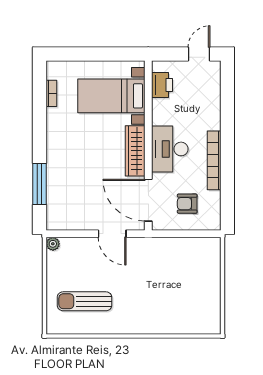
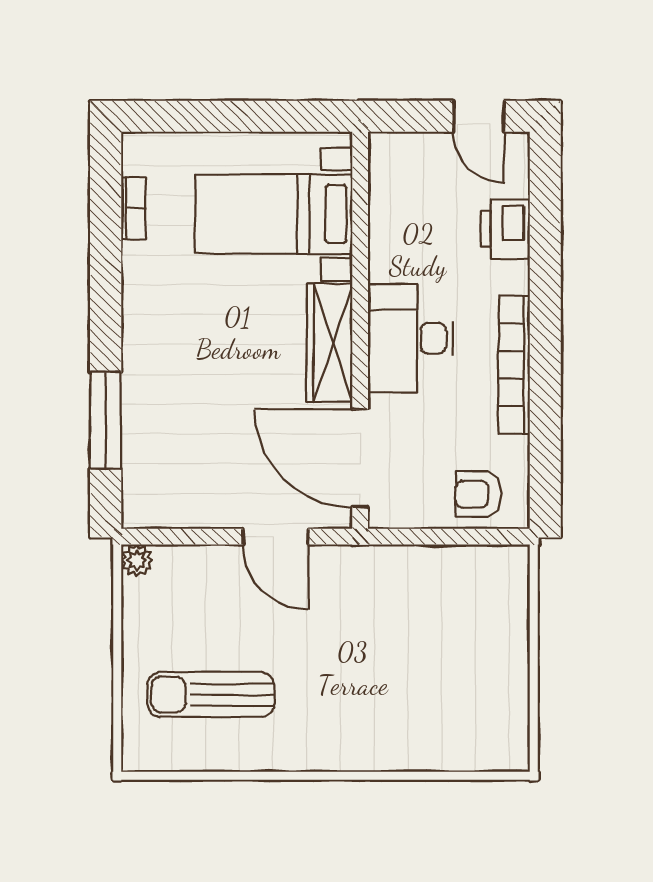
door: (199, 54) -> (479, 116), swing flipped
printer: (162, 85) -> (505, 229), moved, turned 180
armchair: (187, 204) -> (478, 494), moved

